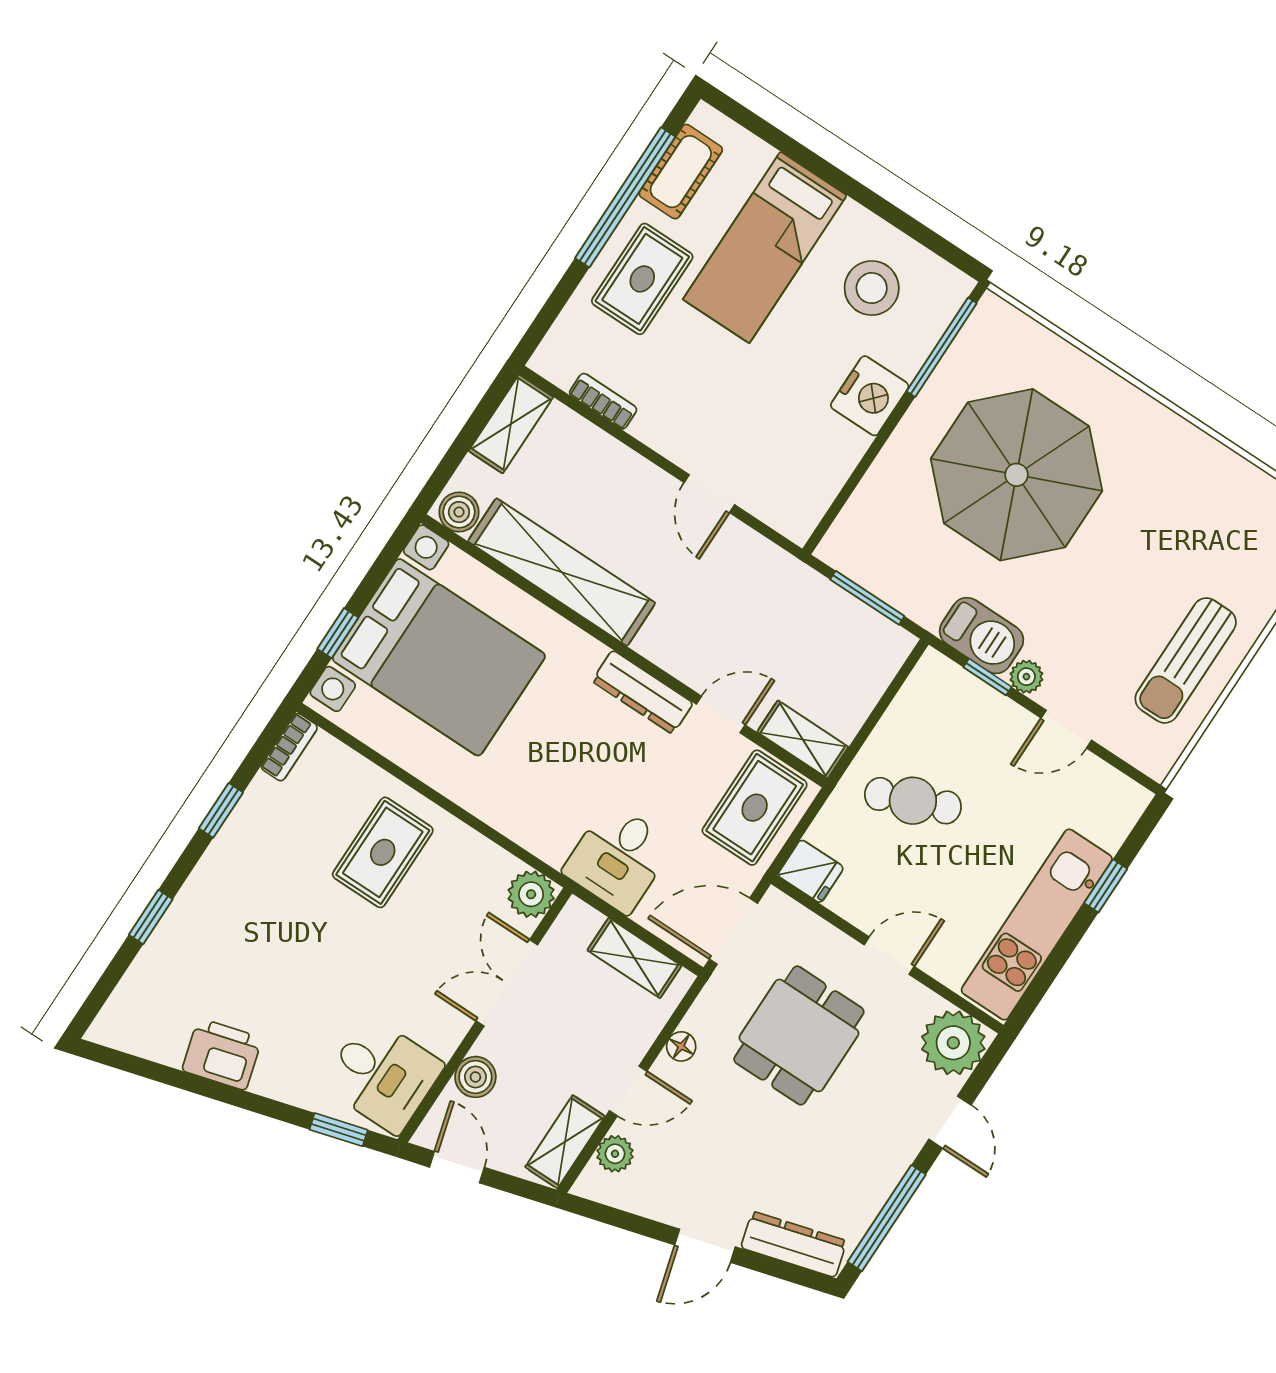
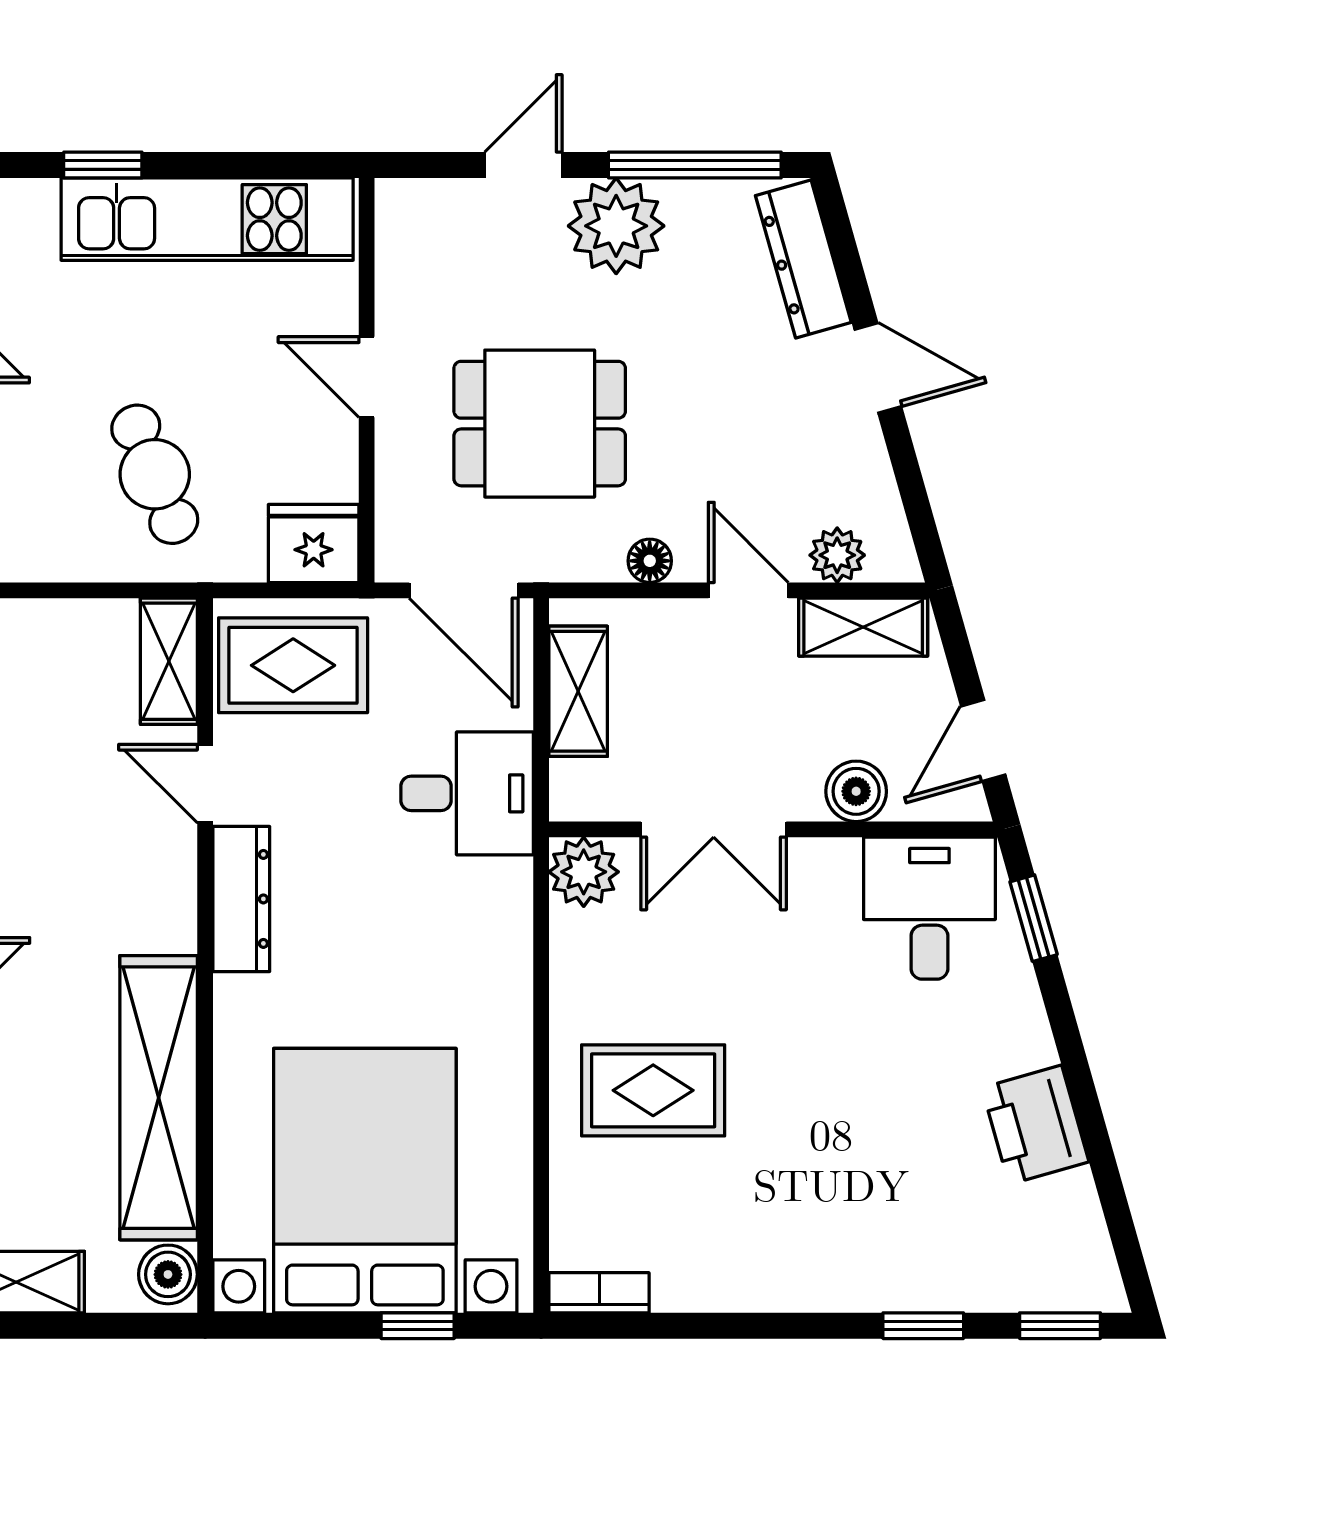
window: (221, 810) -> (1060, 1326), moved
fridge: (811, 871) -> (314, 543), width x1.38
plant: (953, 1043) -> (616, 226), moved

